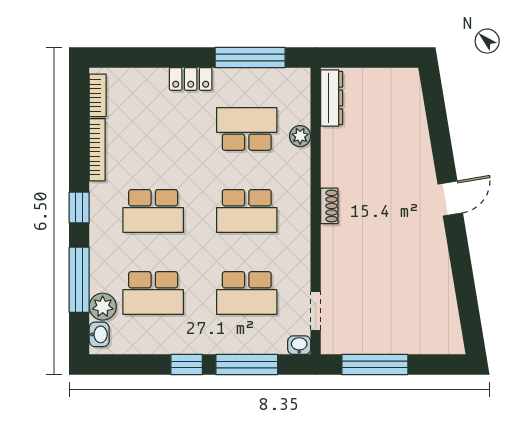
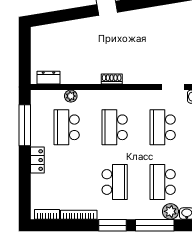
dresser: (332, 98) -> (48, 78), width x0.70
window: (79, 207) -> (112, 225), width x1.50
school desk: (247, 211) -> (115, 127), turned 180
school desk: (153, 293) -> (163, 182), turned 180
school desk: (247, 293) -> (163, 127), turned 180

